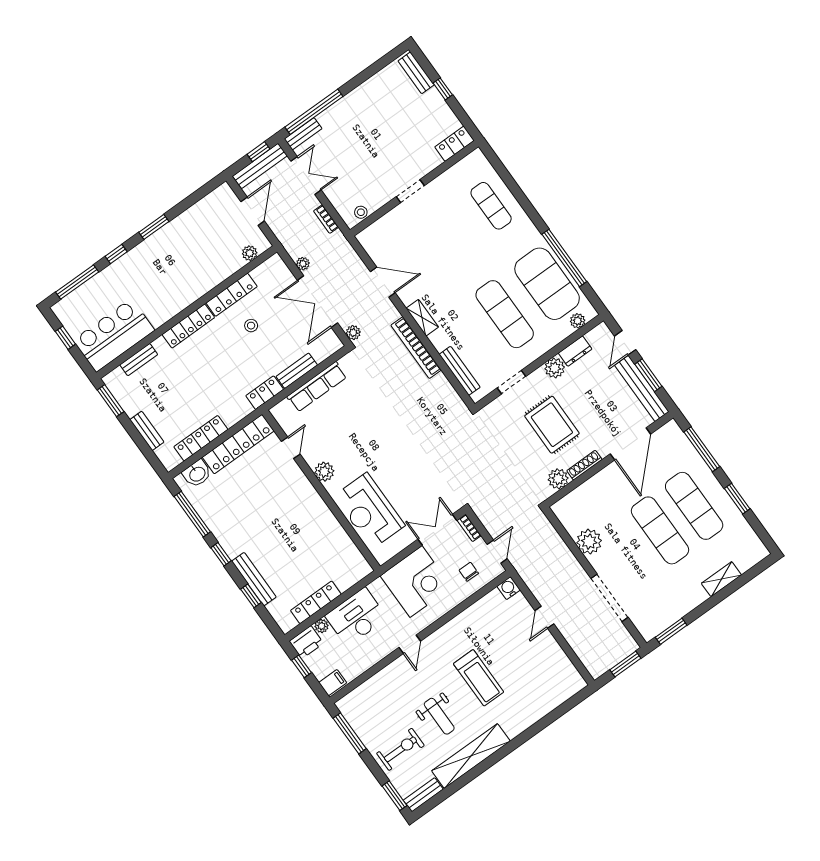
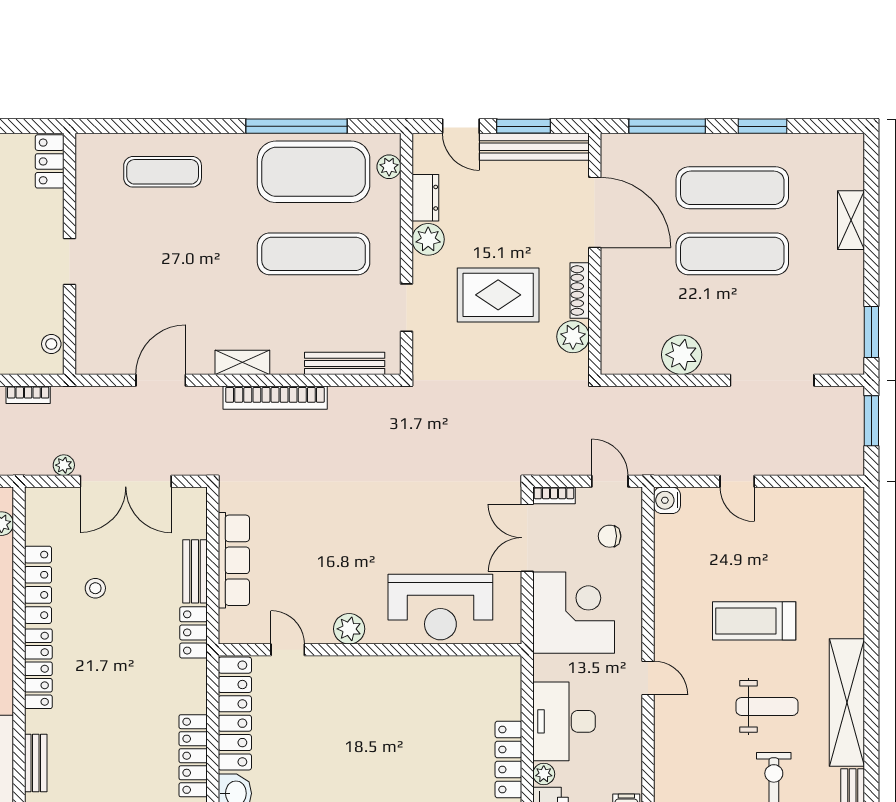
plant: (353, 333) -> (198, 464), removed
treadmill: (479, 678) -> (754, 621), turned 180

